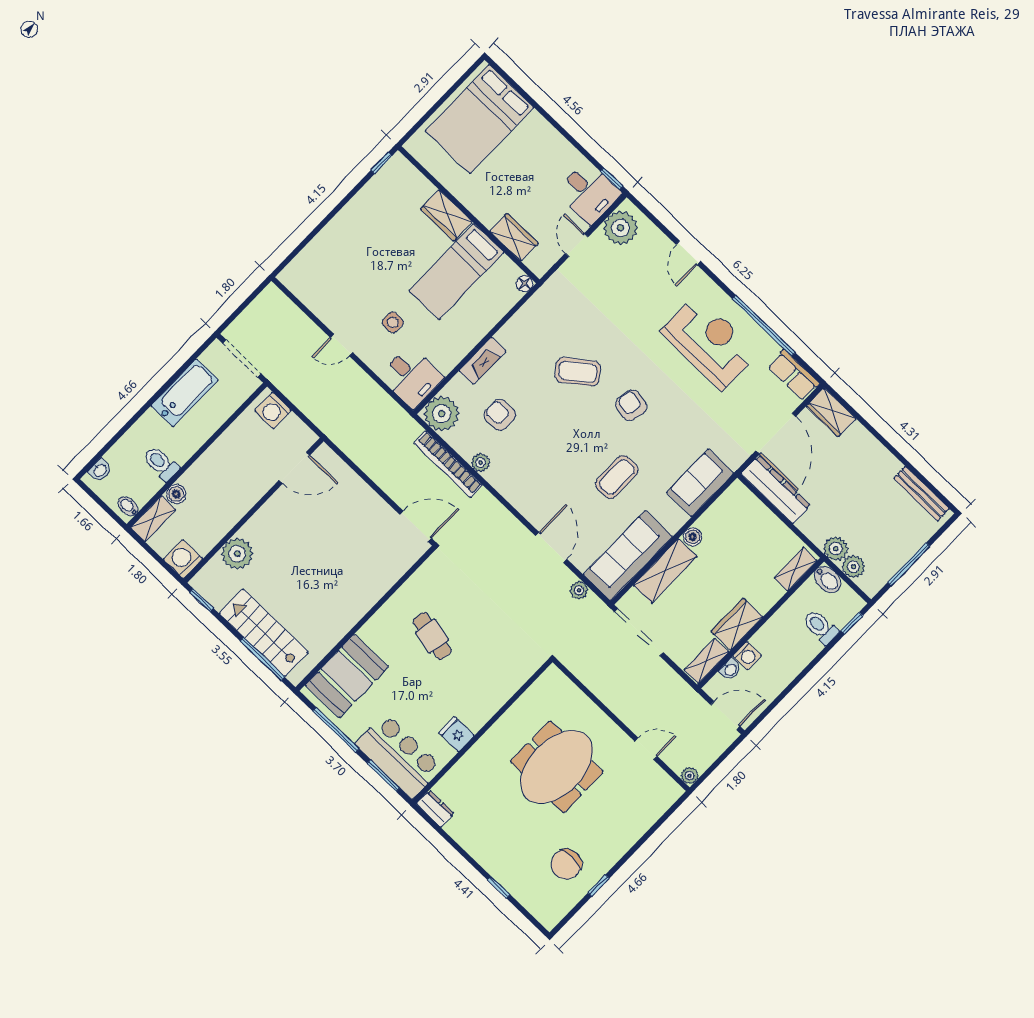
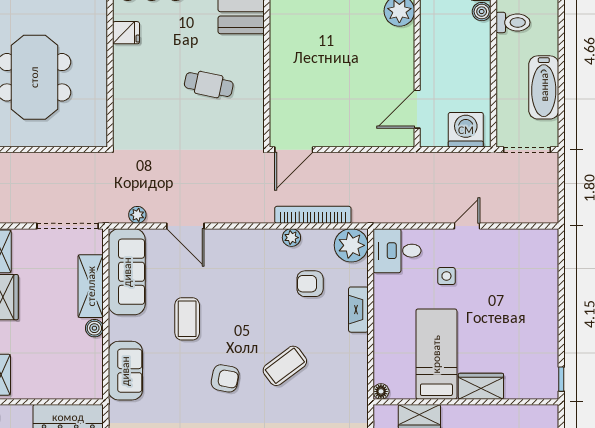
washing machine: (273, 411) -> (466, 130), width x1.37, depth x1.37
armchair: (500, 415) -> (310, 284), turned 180

